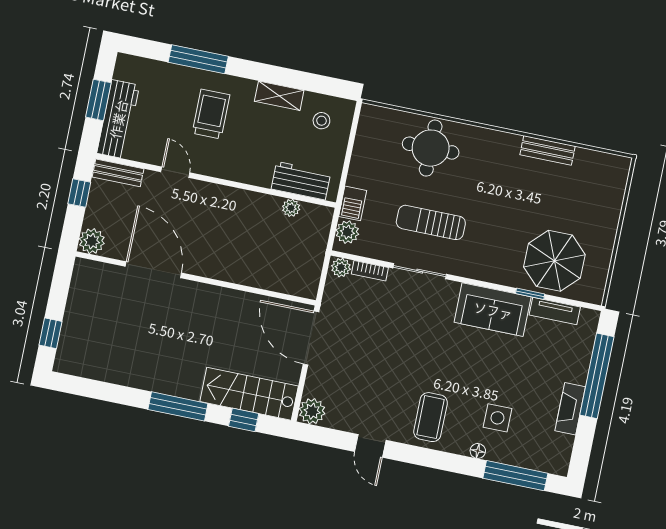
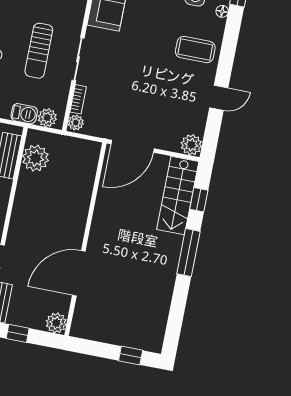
plant: (291, 208) -> (36, 158), width x1.87, depth x1.87

